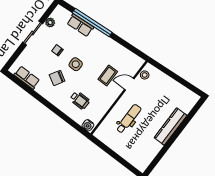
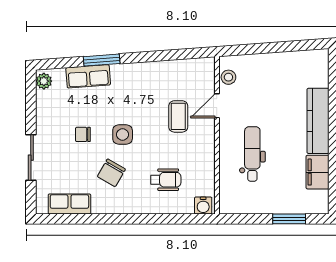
plant: (50, 22) -> (44, 81), moved
window: (92, 23) -> (102, 60), width x0.47
sliding door: (33, 33) -> (31, 158), moved
filing cabinet: (152, 150) -> (318, 172), added
window: (123, 162) -> (289, 219), added

